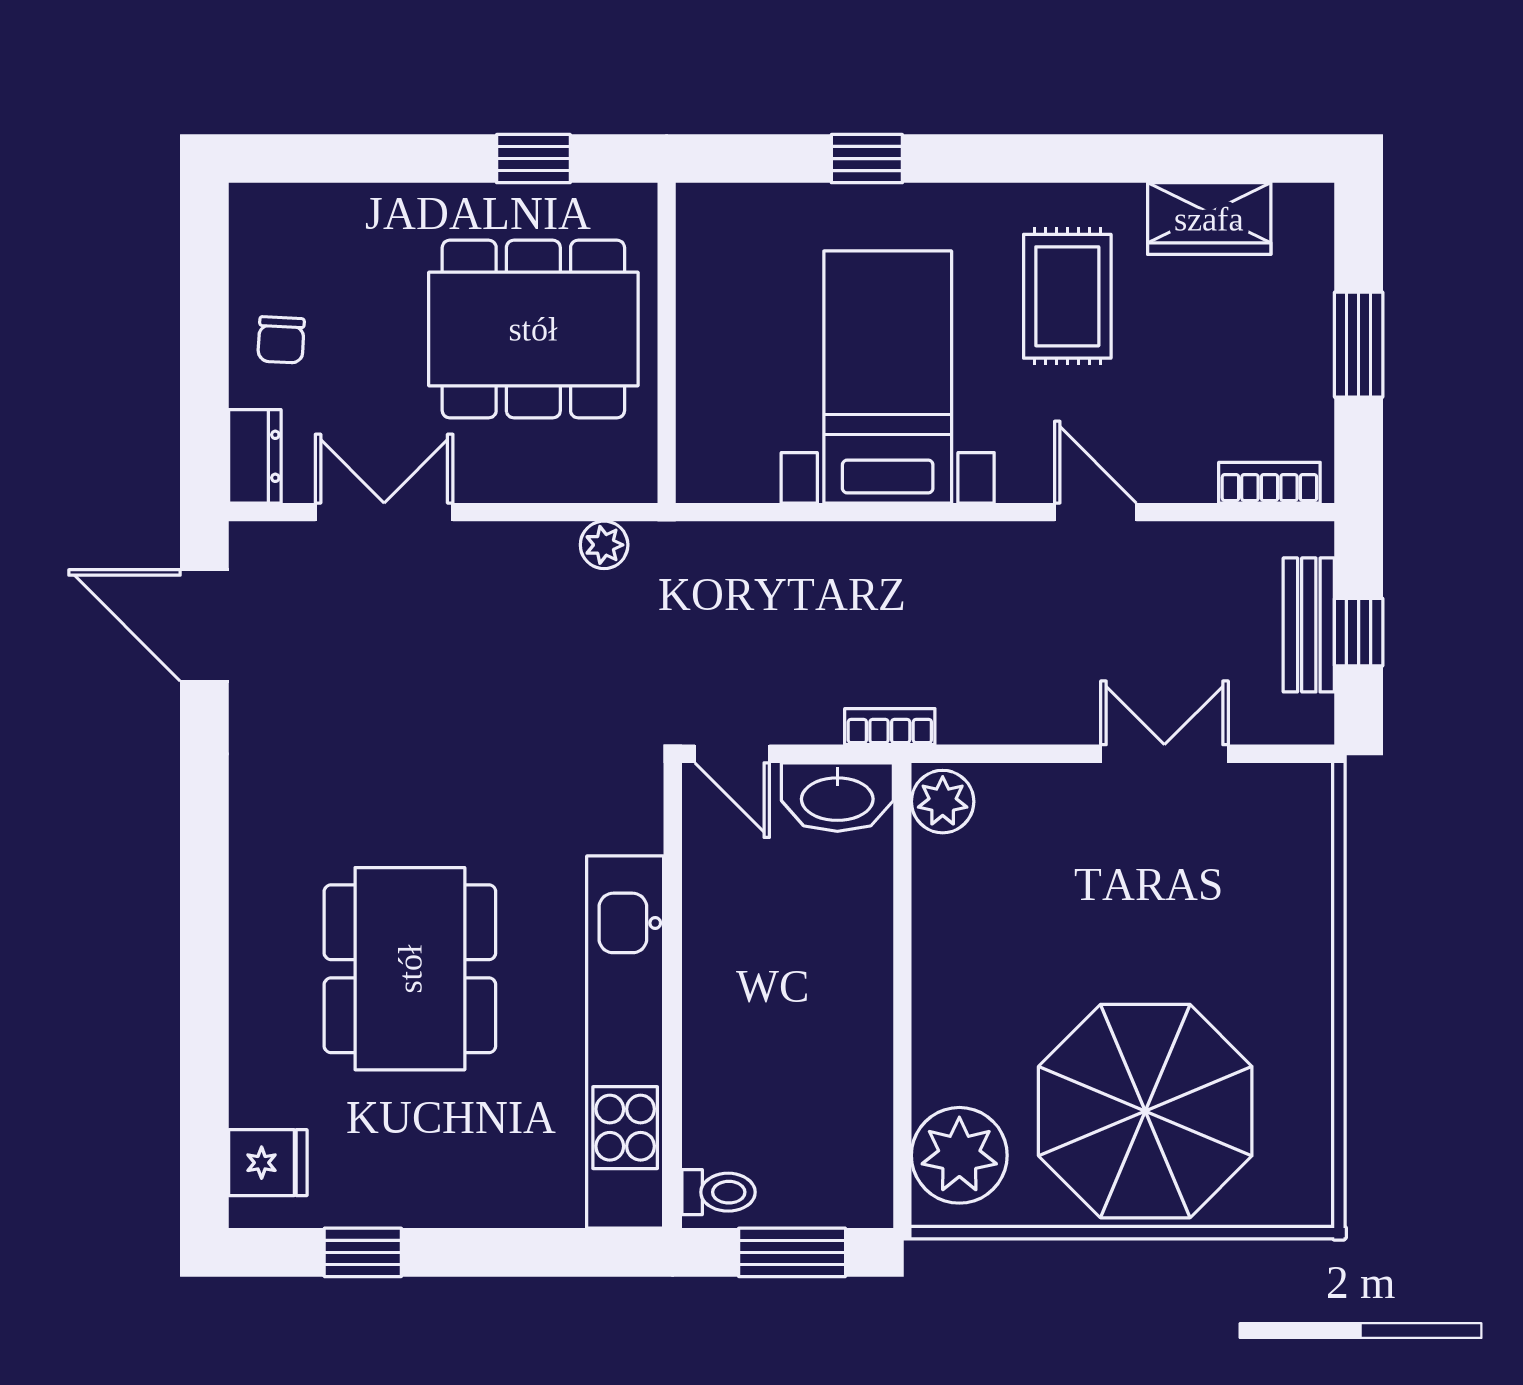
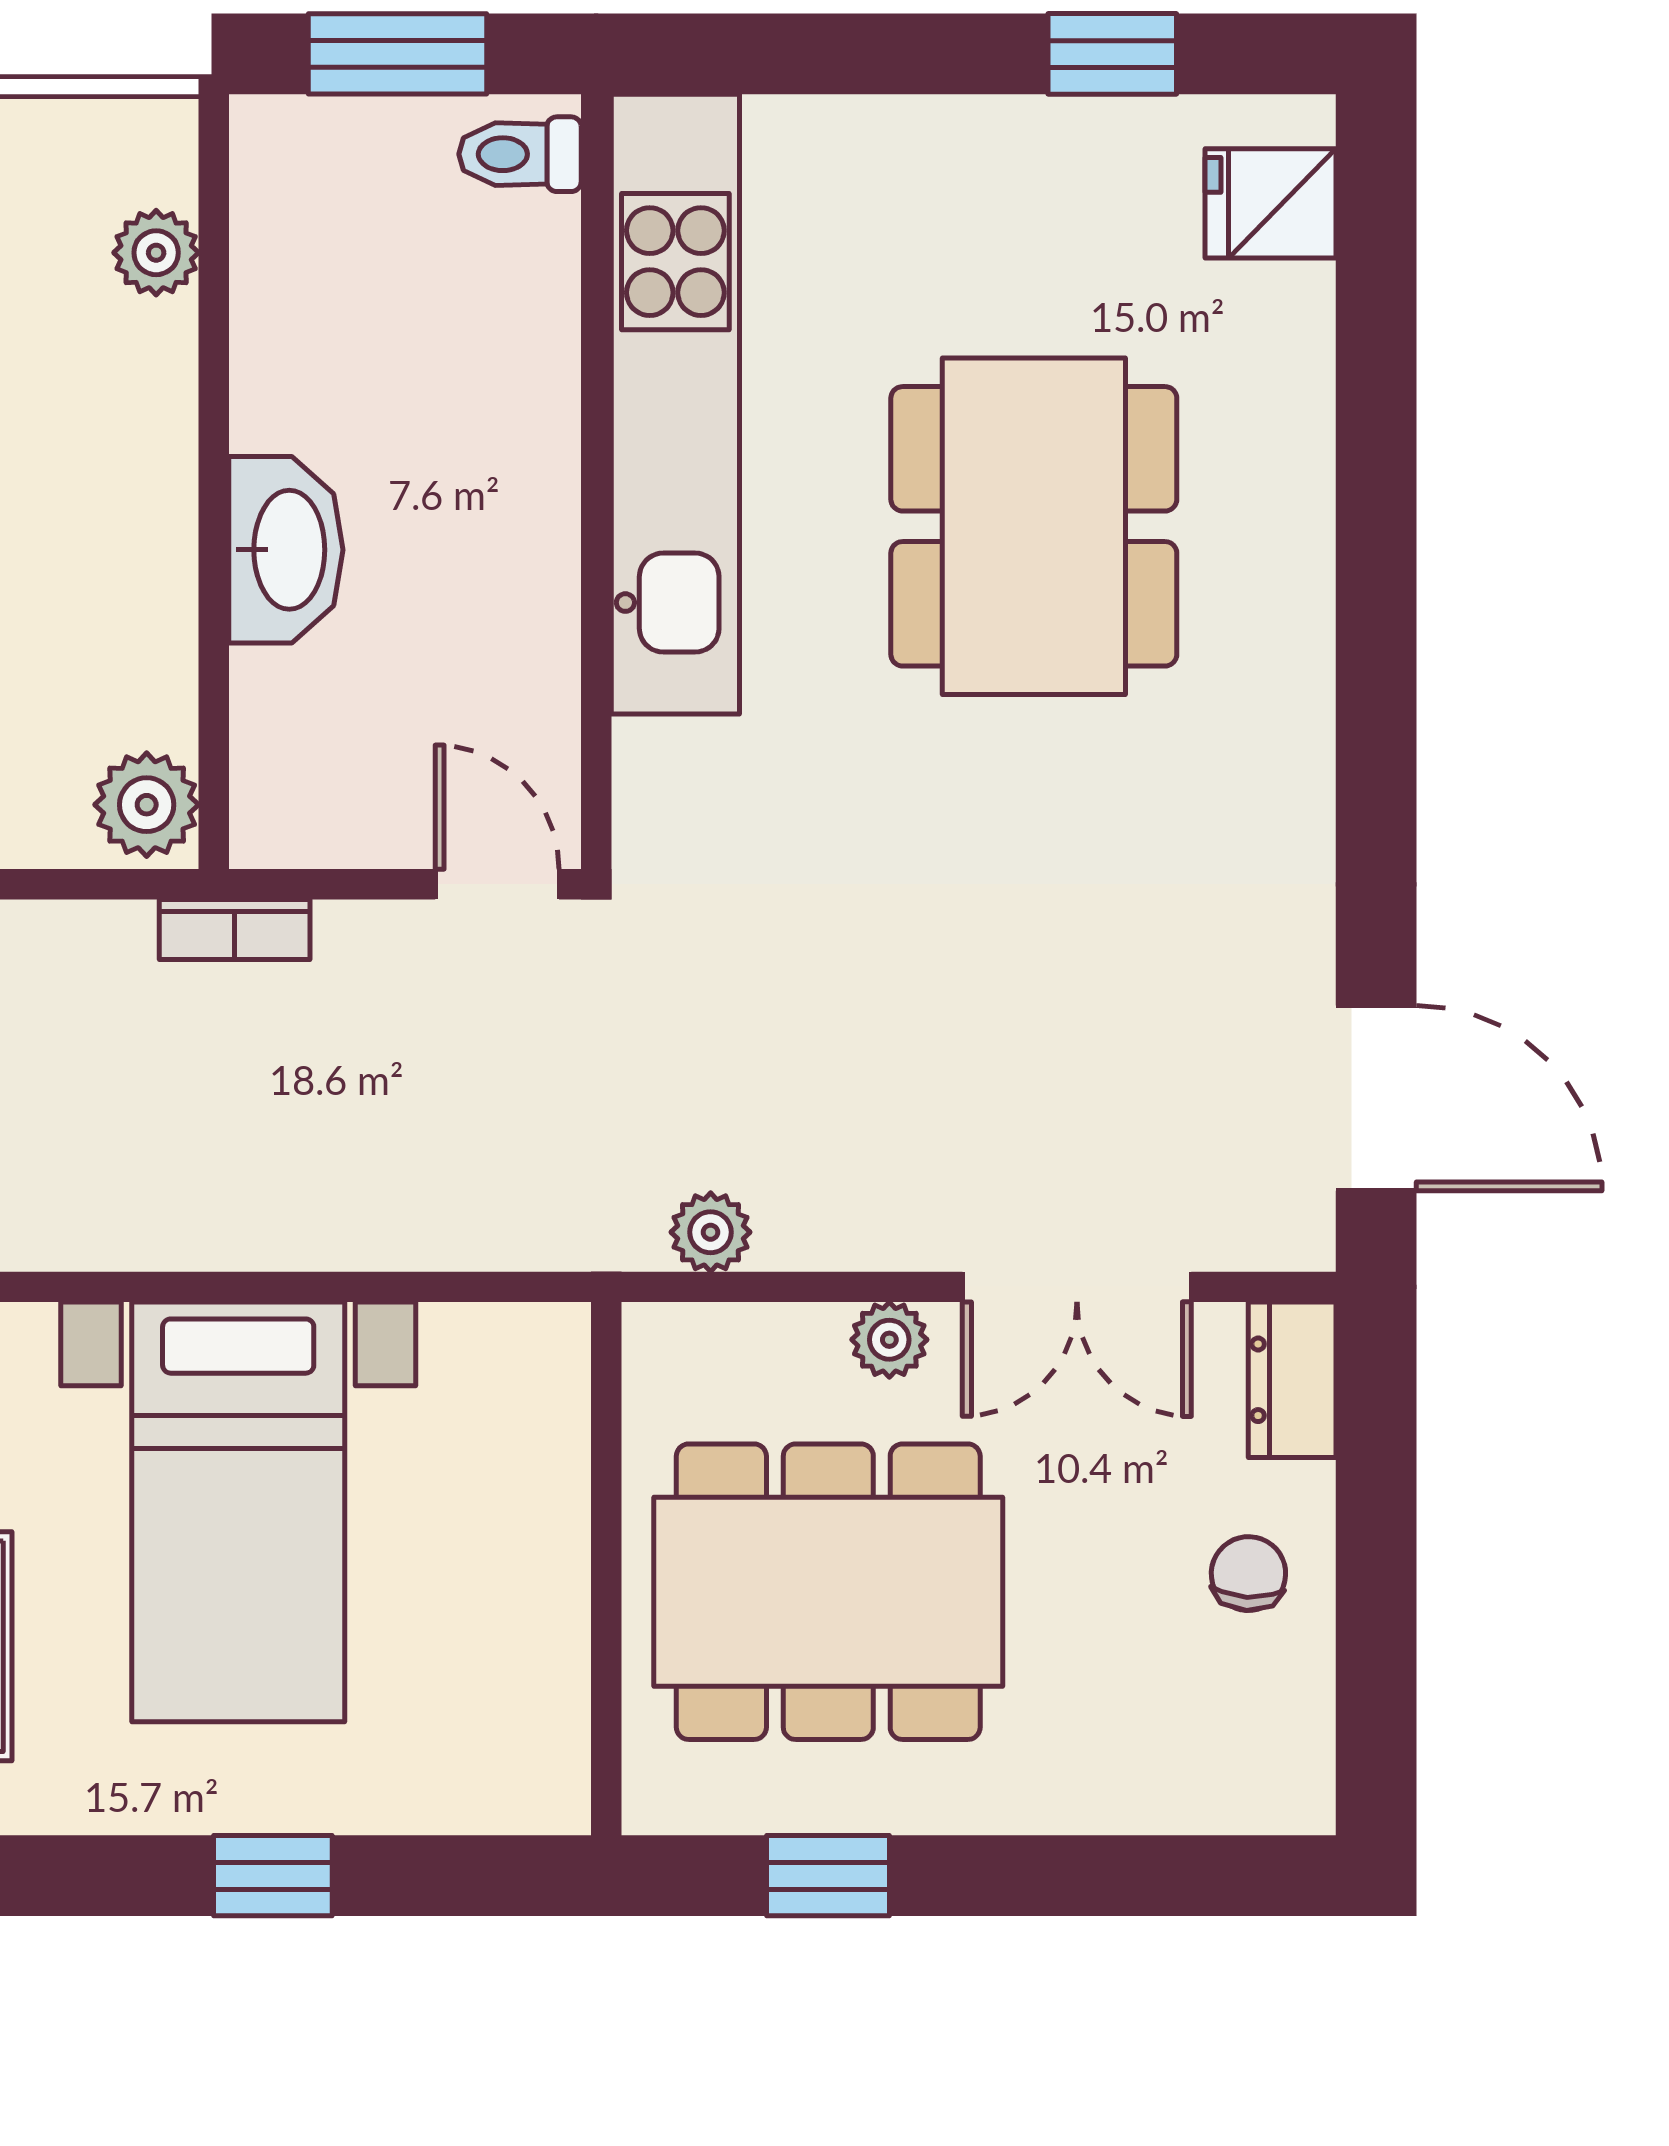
plant: (497, 480) -> (889, 1340), added
washbasin: (837, 797) -> (286, 550), moved, turned 90
plant: (959, 1155) -> (156, 253), width x0.53, depth x0.53

